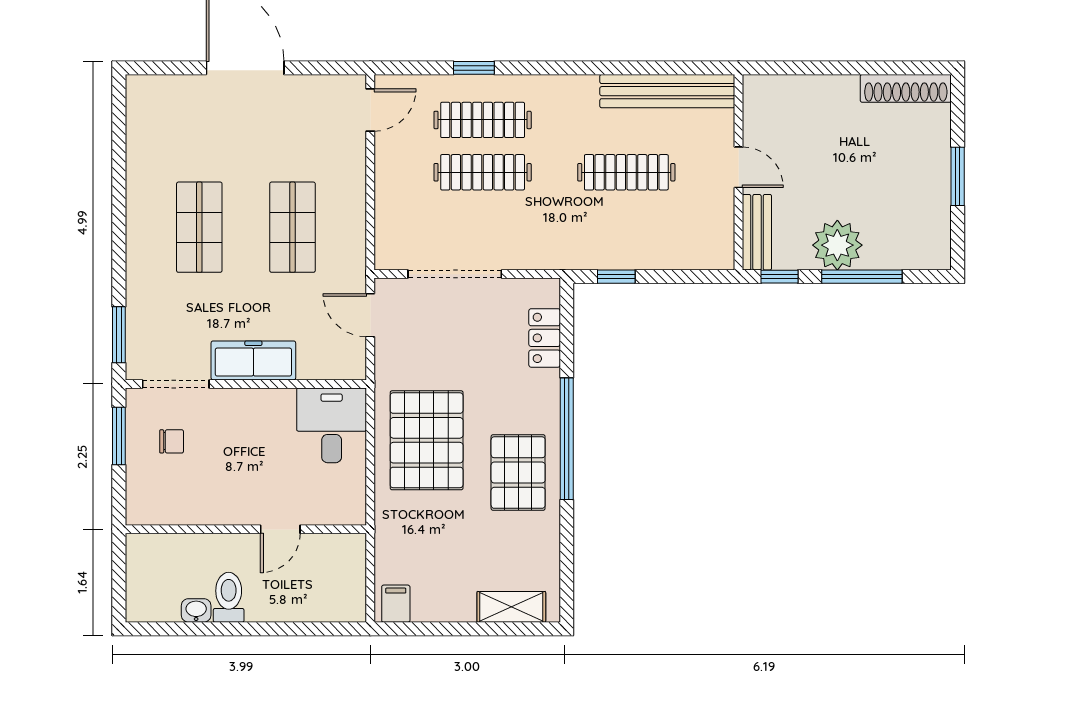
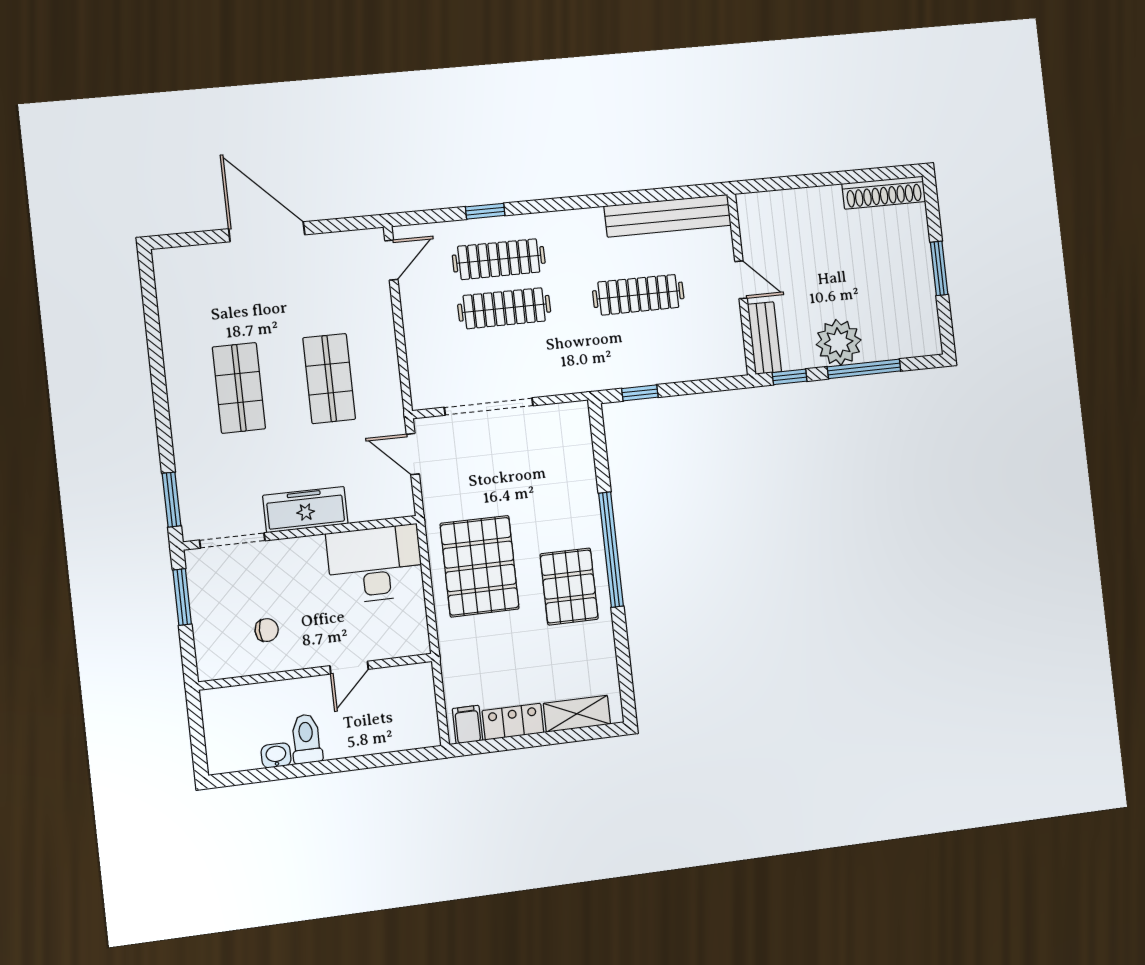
locker: (545, 338) -> (513, 722), moved, turned 90
desk: (332, 425) -> (375, 564), width x1.37
chair: (172, 441) -> (267, 630), moved

